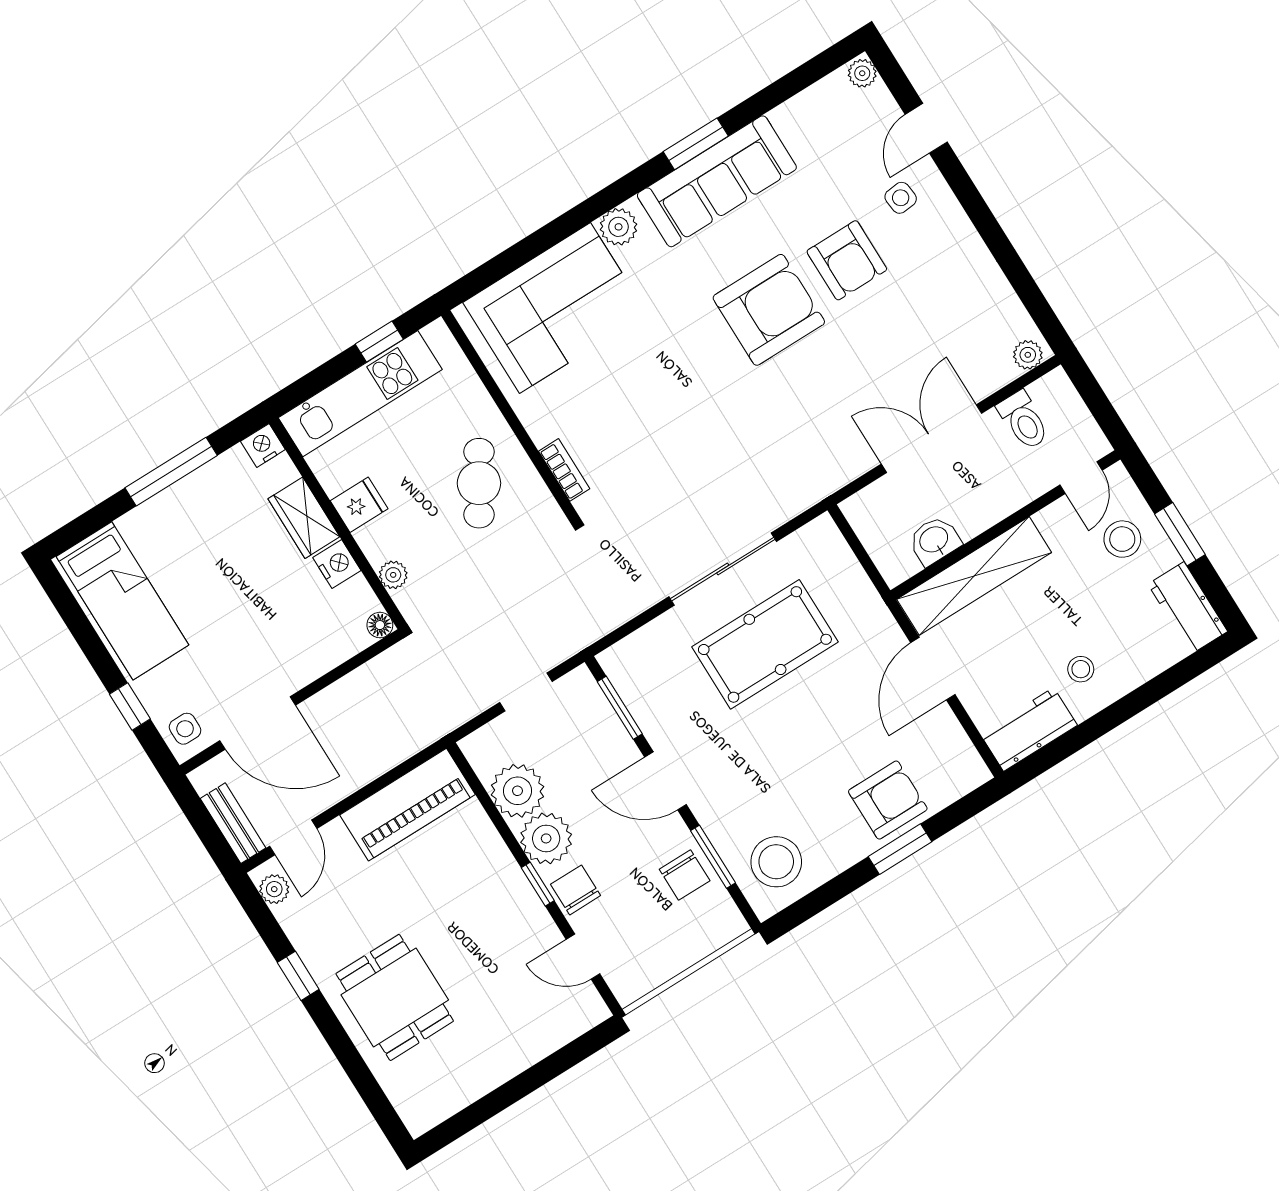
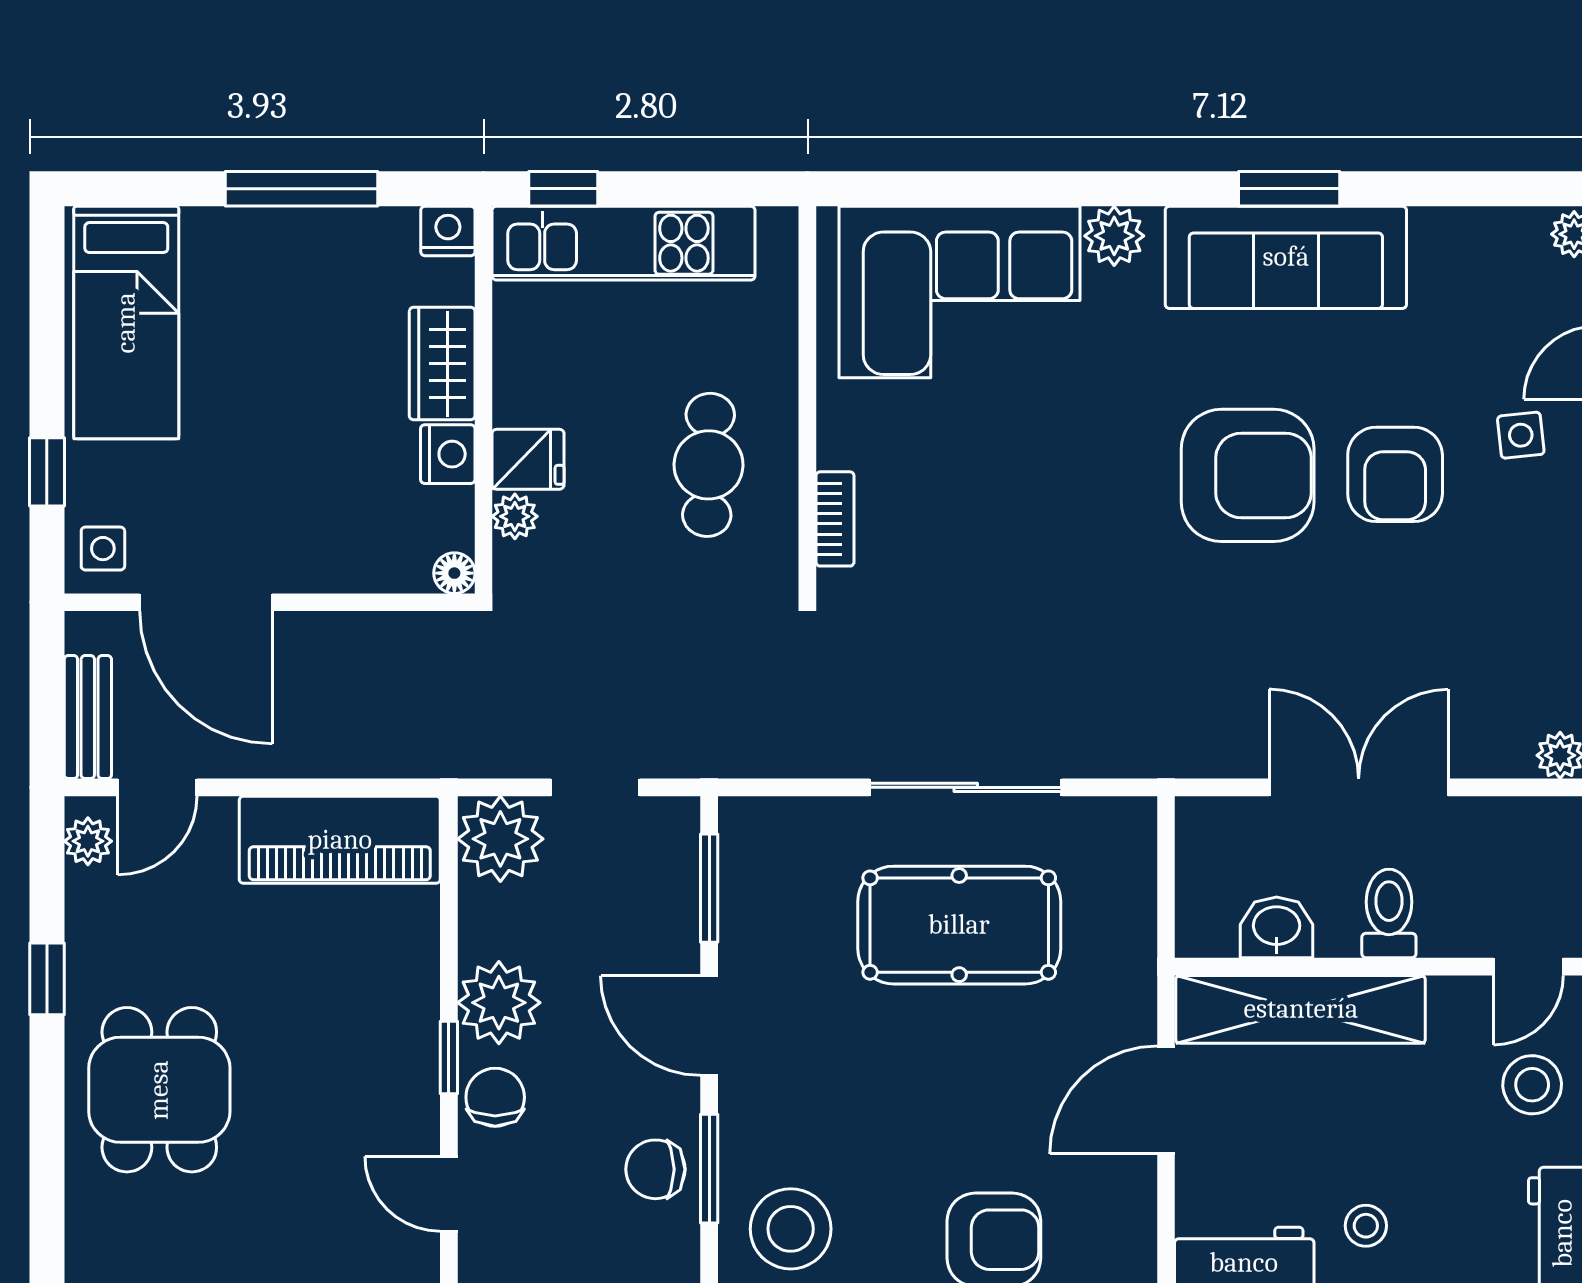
window: (379, 342) -> (563, 189), moved
toilet: (1023, 420) -> (1389, 914), moved, turned 180
cafe table: (479, 483) -> (709, 465), turned -30
fridge: (359, 505) -> (528, 459), moved
plant: (517, 791) -> (500, 839), moved
chair: (685, 875) -> (655, 1169), turned 90

